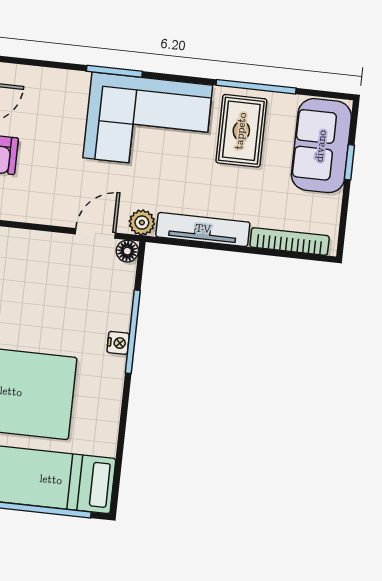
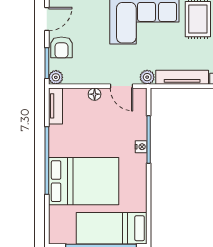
door: (95, 233) -> (122, 86), swing flipped
floor lamp: (127, 251) -> (95, 94), moved

